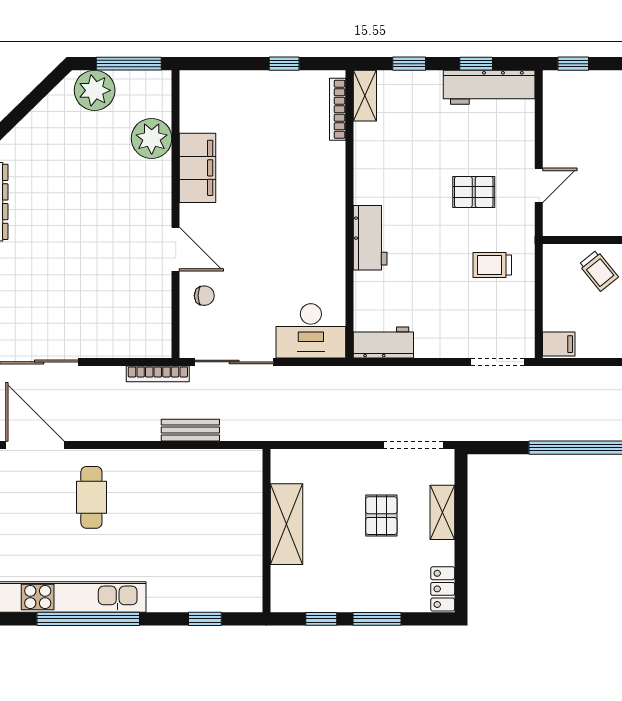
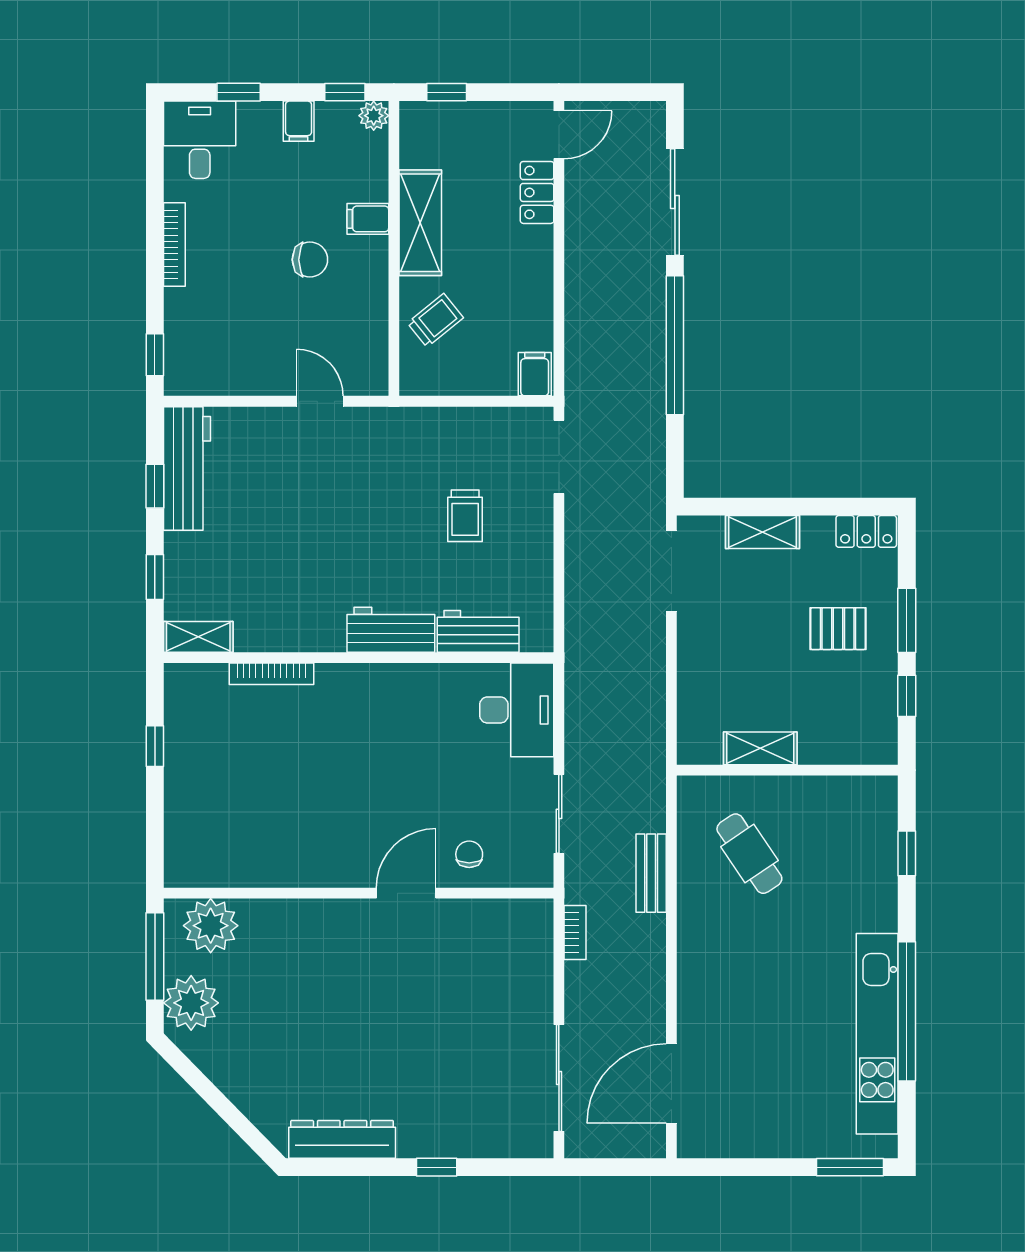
bookcase: (338, 109) -> (271, 674), moved
plant: (152, 138) -> (211, 926), moved
filing cabinet: (198, 168) -> (296, 863), removed
pallet: (474, 192) -> (329, 489), removed
trolley: (492, 265) -> (465, 516), moved
workbench: (383, 343) -> (478, 631), moved, turned 90
sliding door: (234, 362) -> (559, 814), width x0.73
bookcase: (158, 374) -> (575, 932), width x0.64
cafe table: (91, 497) -> (749, 854), moved, turned 56
pallet: (381, 516) -> (838, 629), moved
shelving: (287, 524) -> (760, 748), width x0.67, depth x0.75

